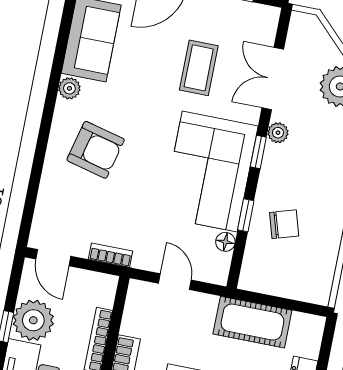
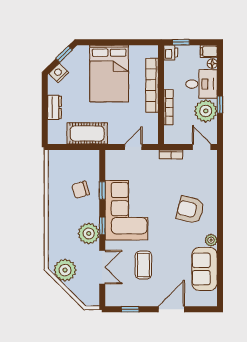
plant: (278, 133) -> (89, 233), width x1.88, depth x1.88
floor lamp: (225, 242) -> (110, 174), removed
door: (175, 282) -> (133, 147), swing flipped

